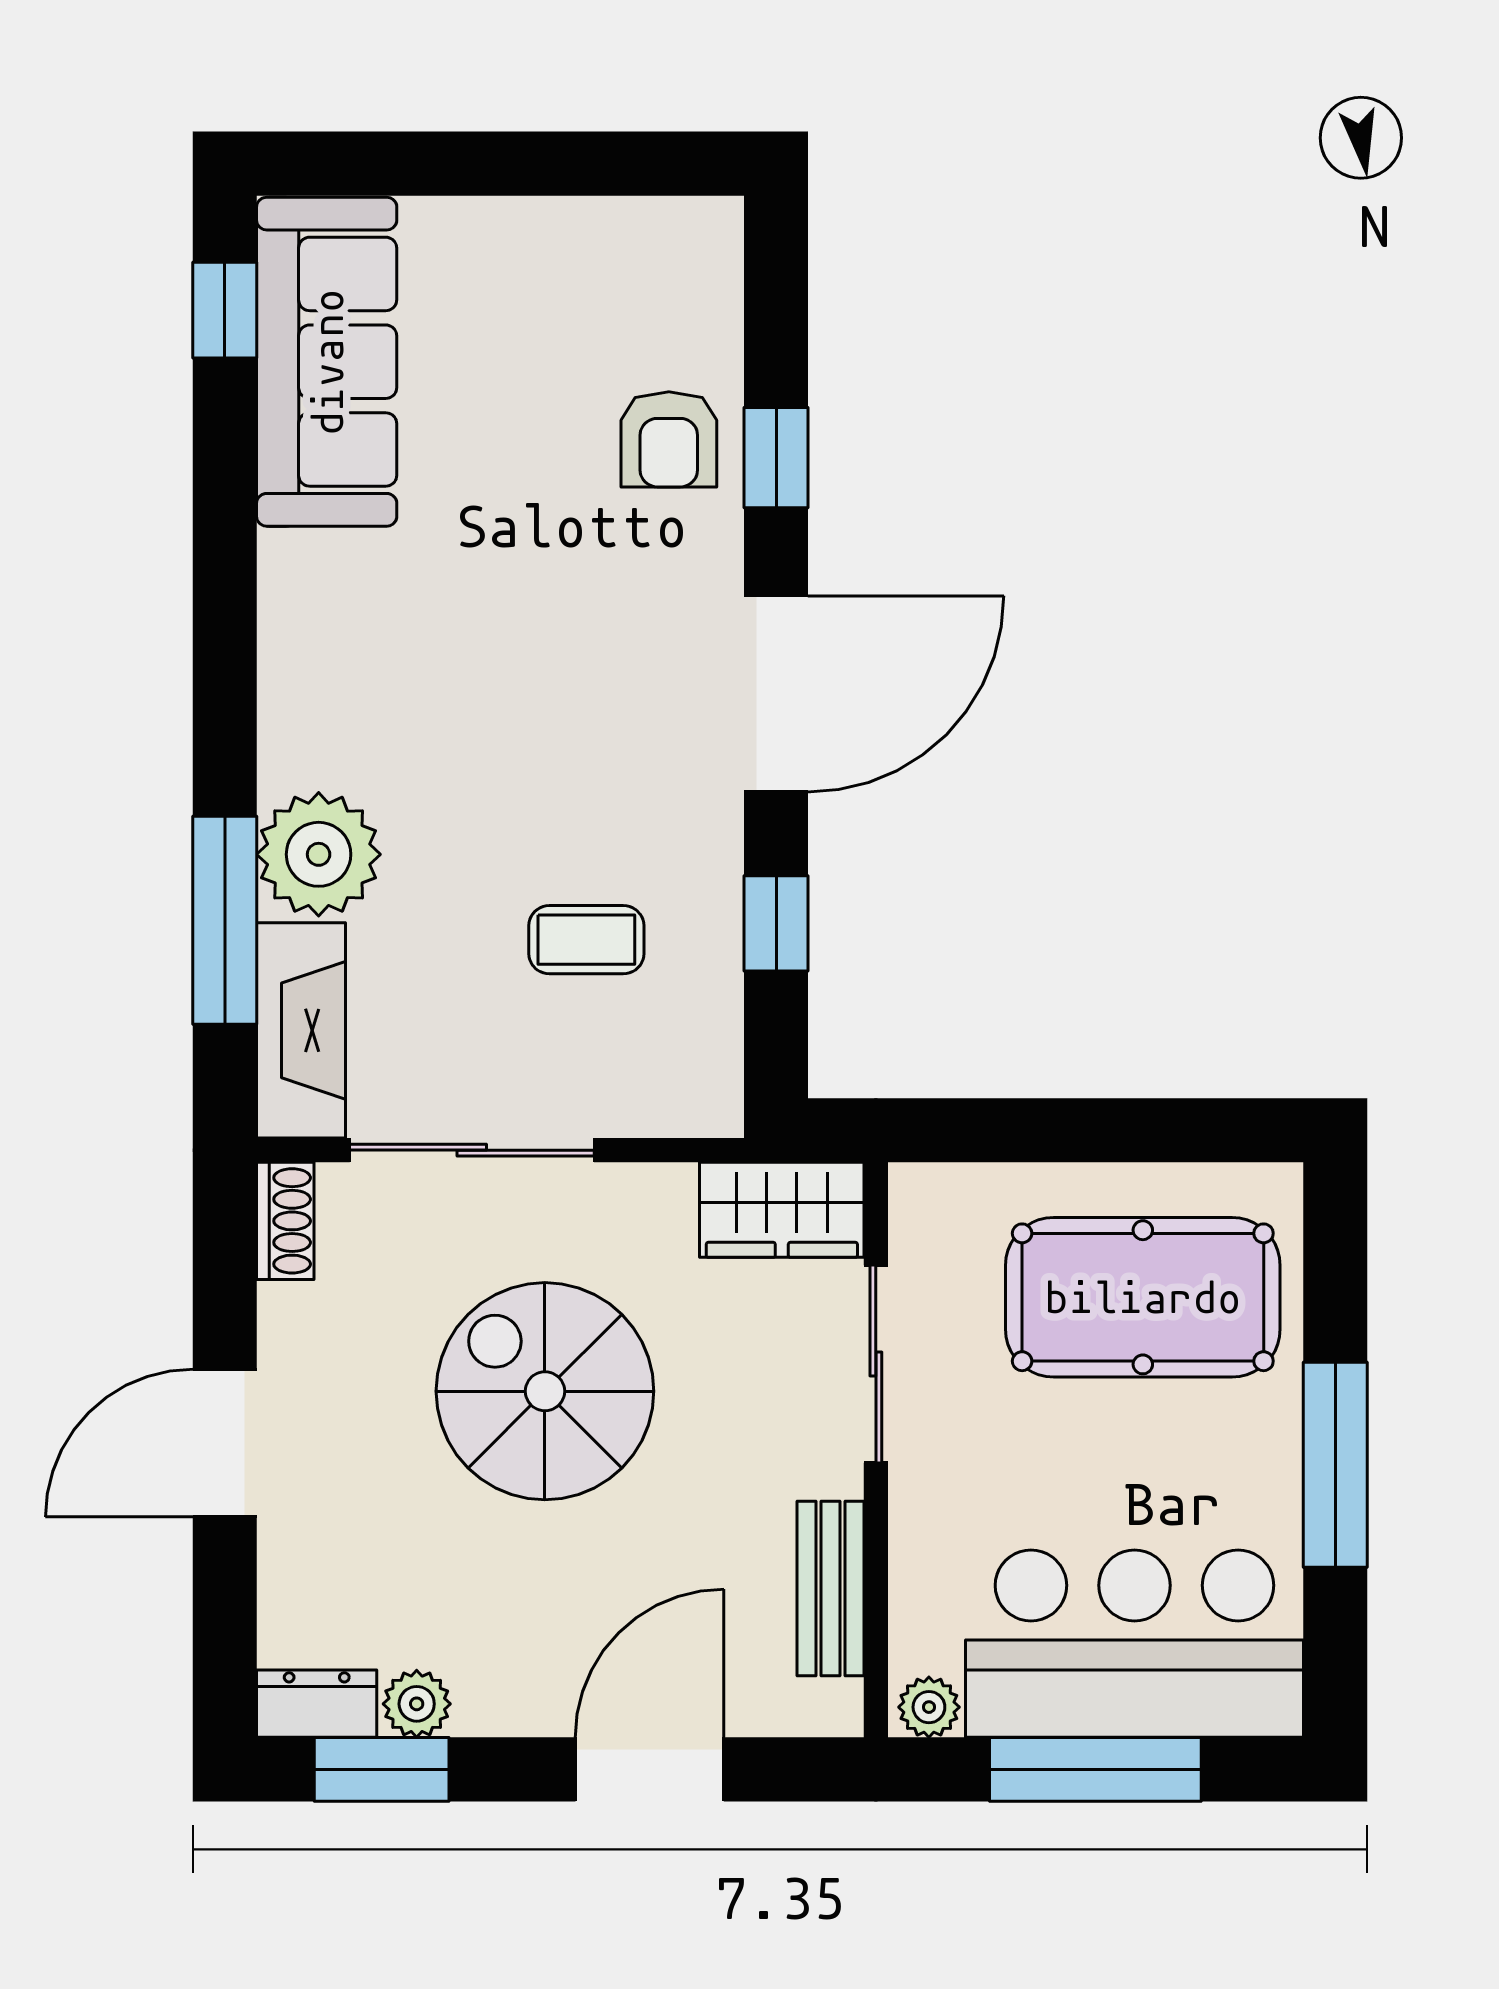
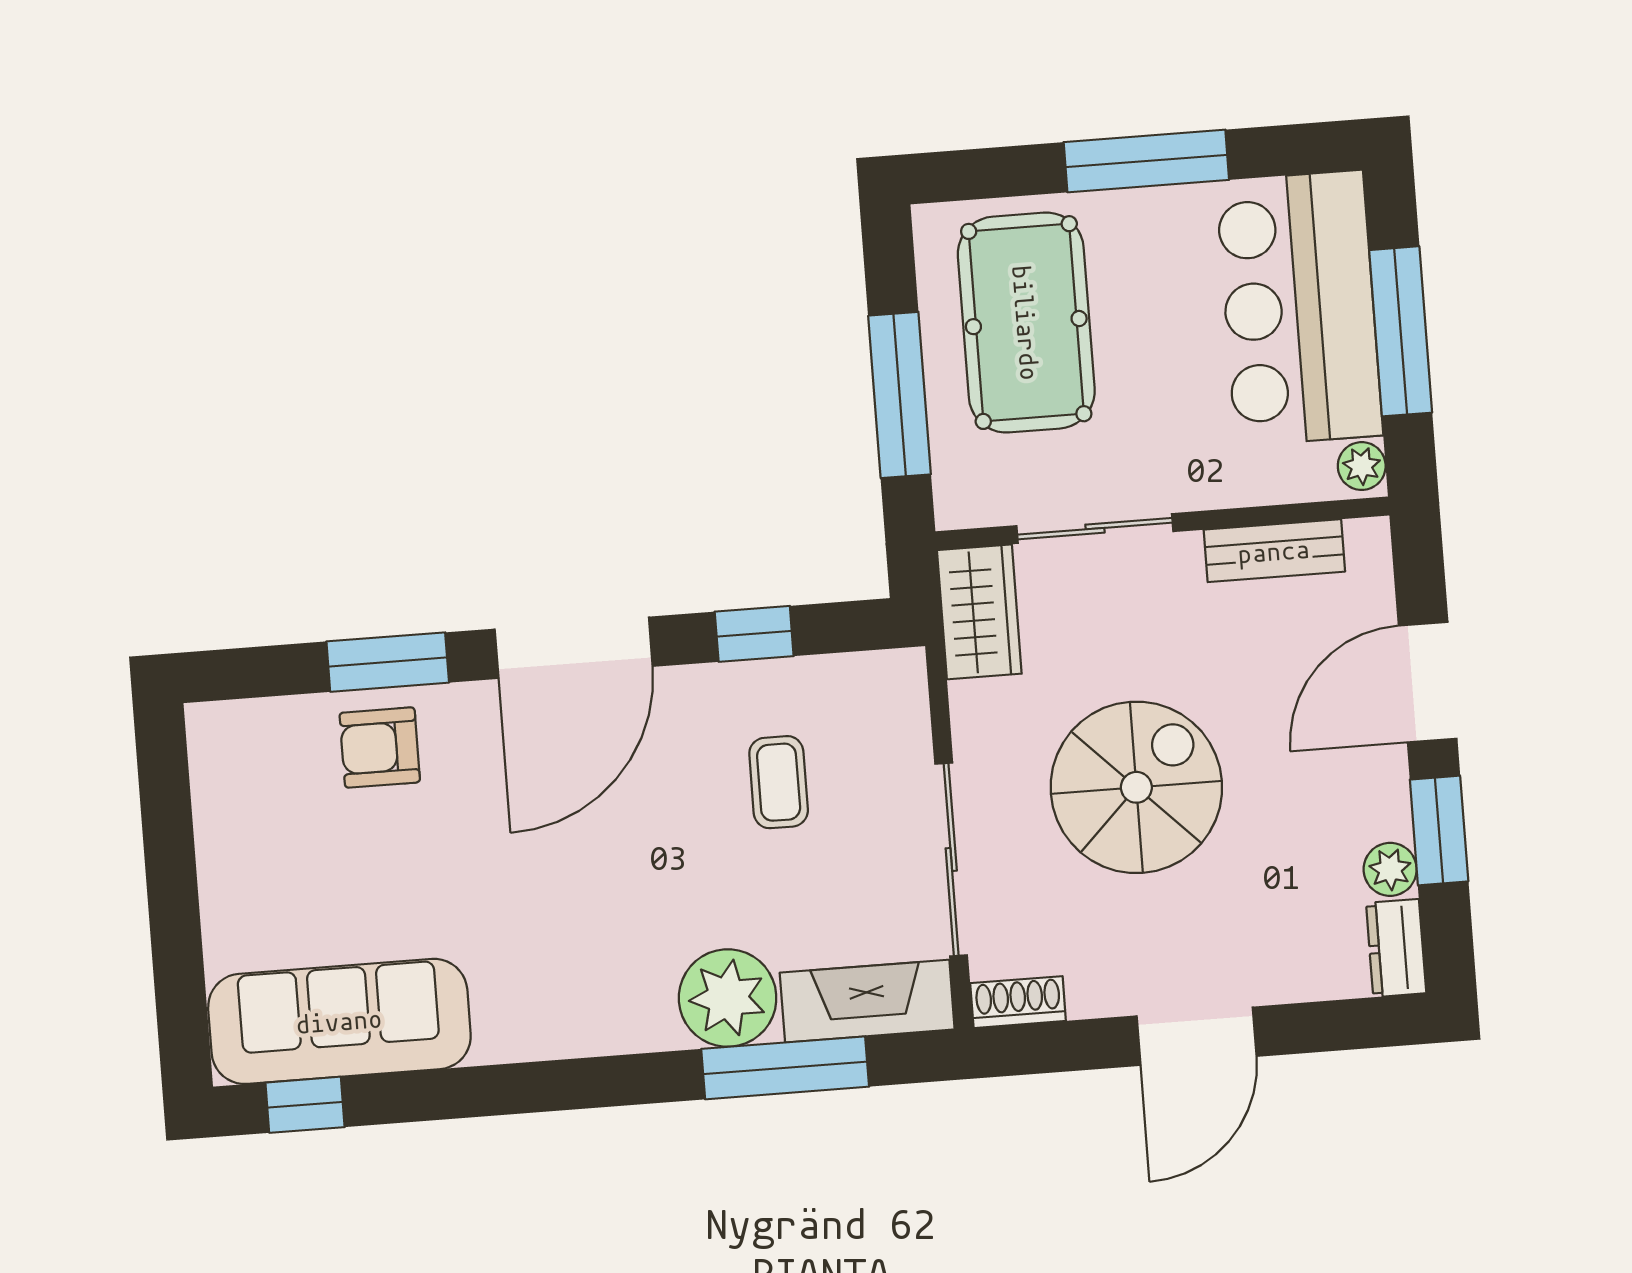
armchair: (669, 439) -> (380, 748), turned 180
window: (776, 458) -> (388, 662), width x1.50
door: (776, 694) -> (574, 648), swing flipped
window: (1064, 1130) -> (900, 395), added
spiral stairs: (545, 1391) -> (1136, 787), turned 180
door: (225, 1443) -> (1197, 1036), hinge flipped
window: (382, 1769) -> (1439, 831), moved
door: (650, 1769) -> (1428, 682), hinge flipped

